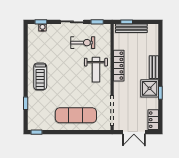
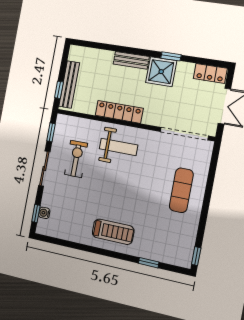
exercise mat: (76, 115) -> (181, 190), width x0.73, depth x0.69

